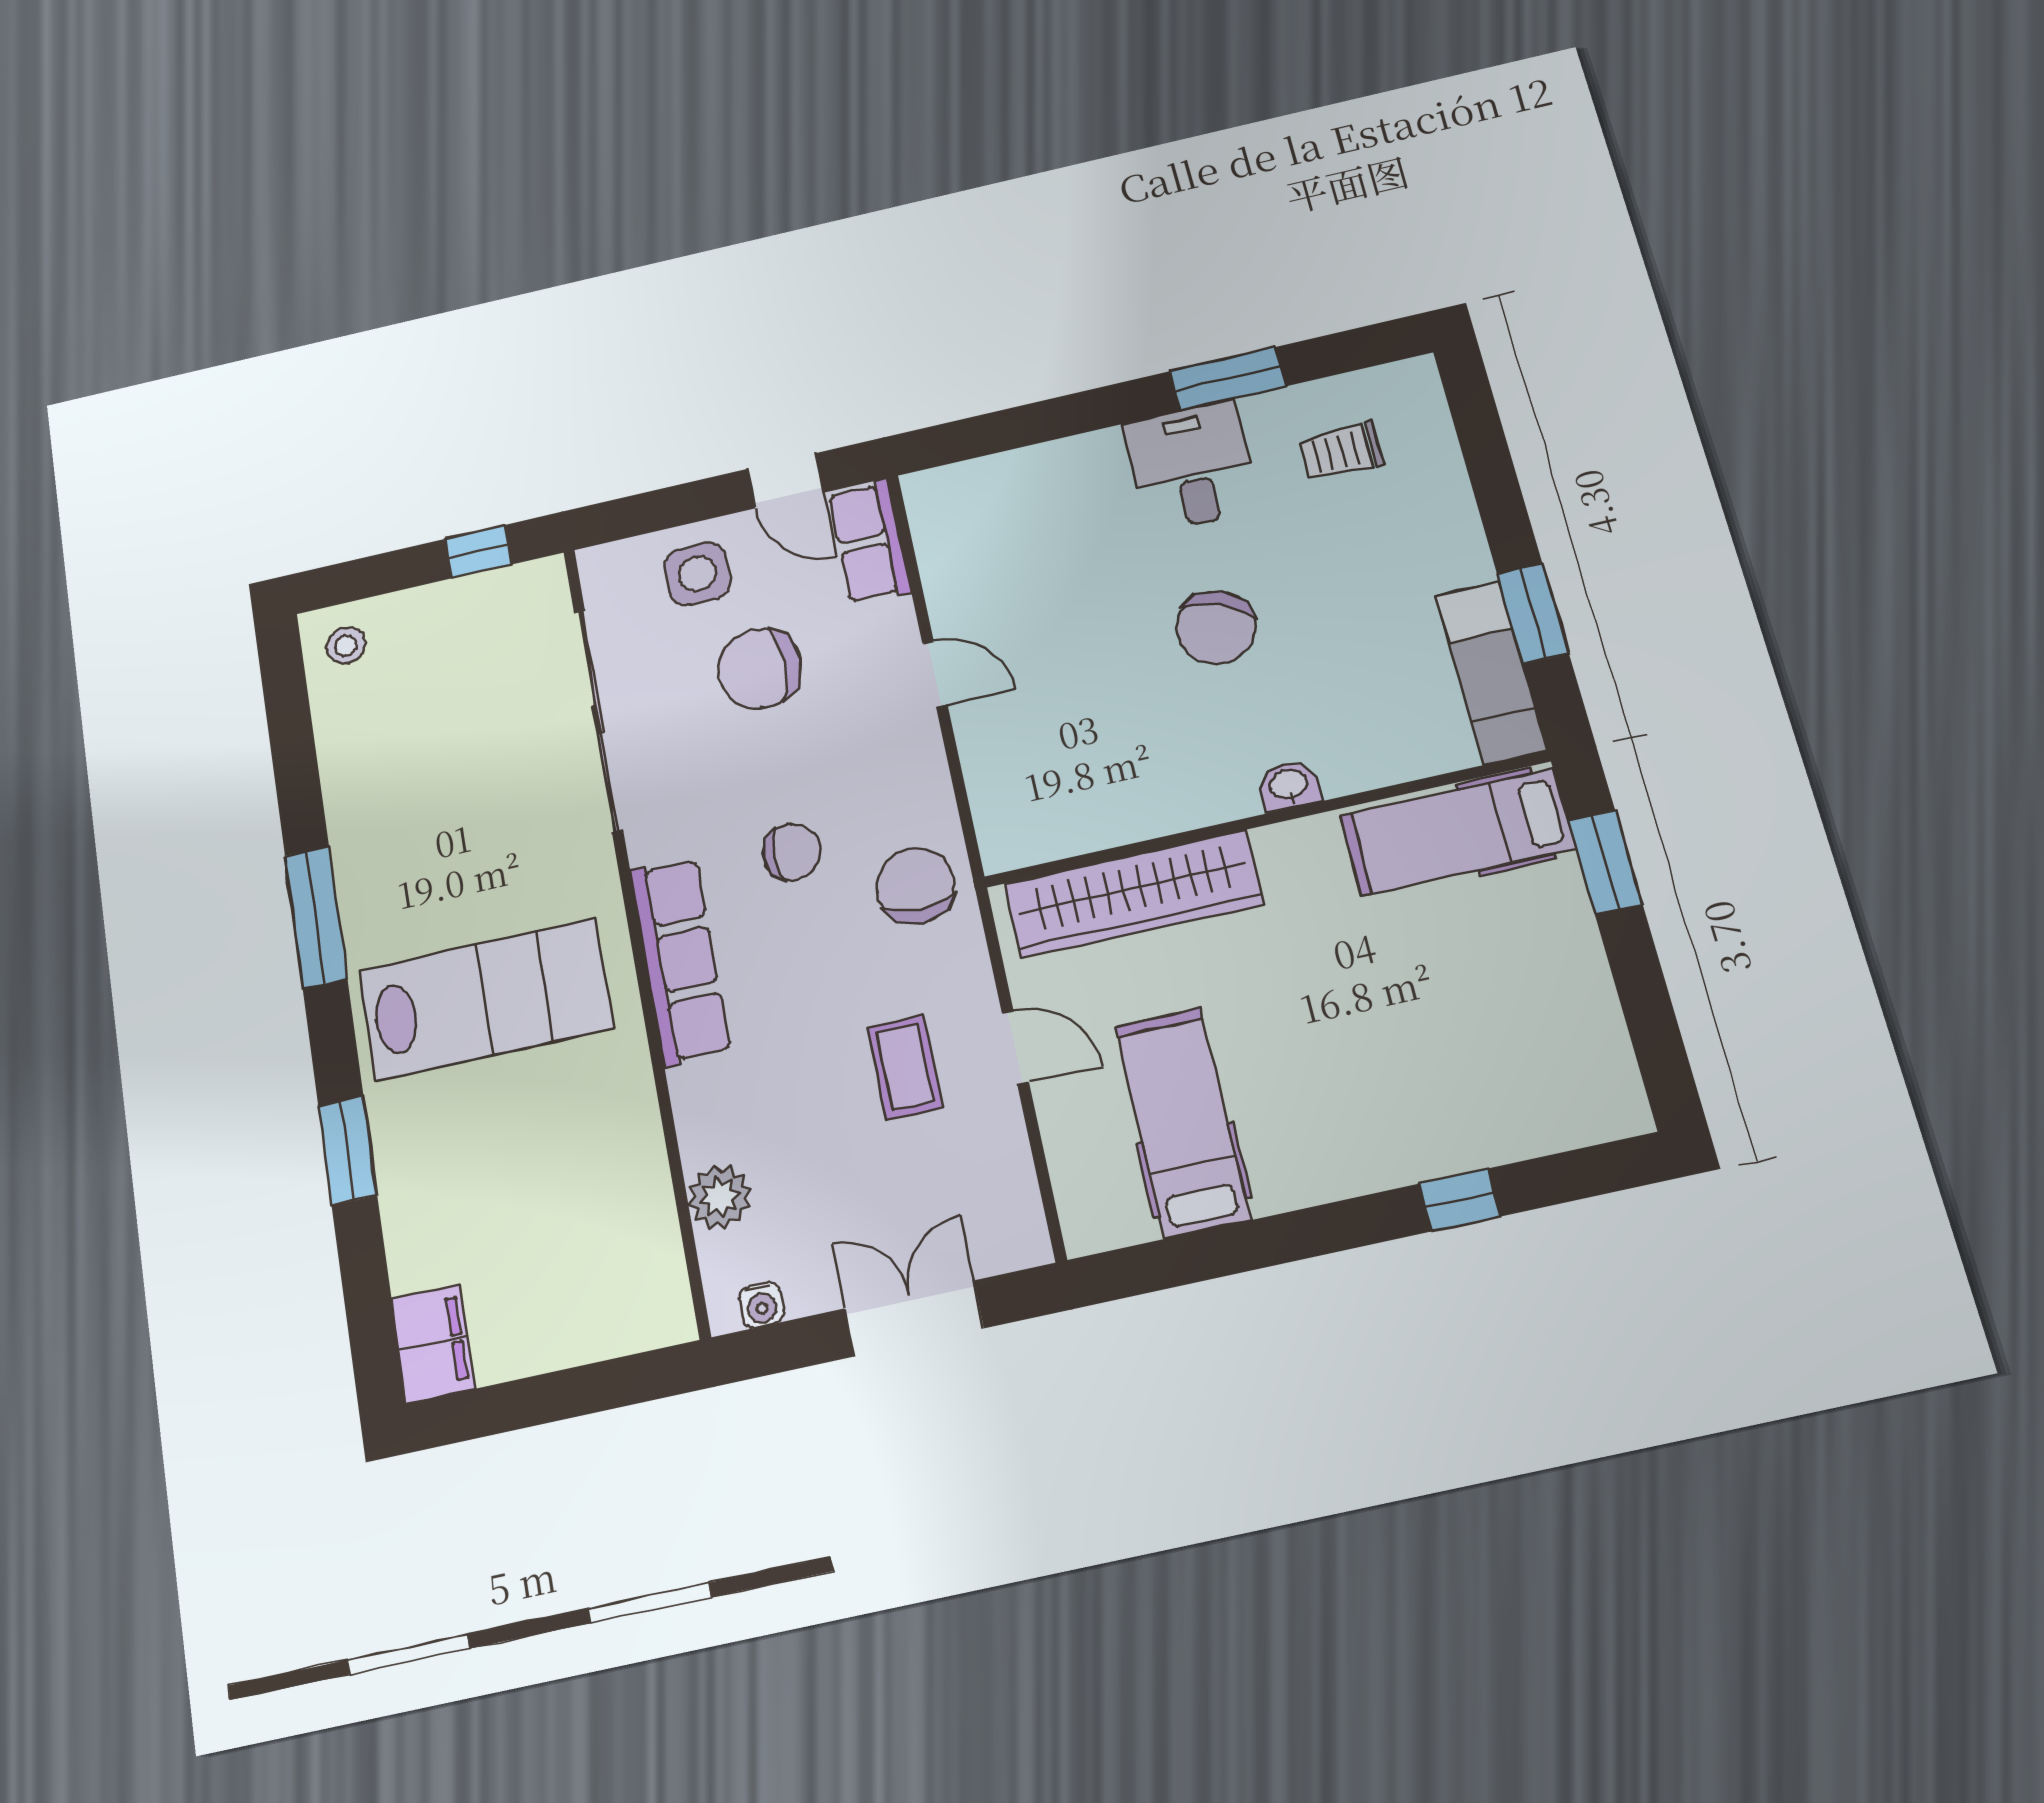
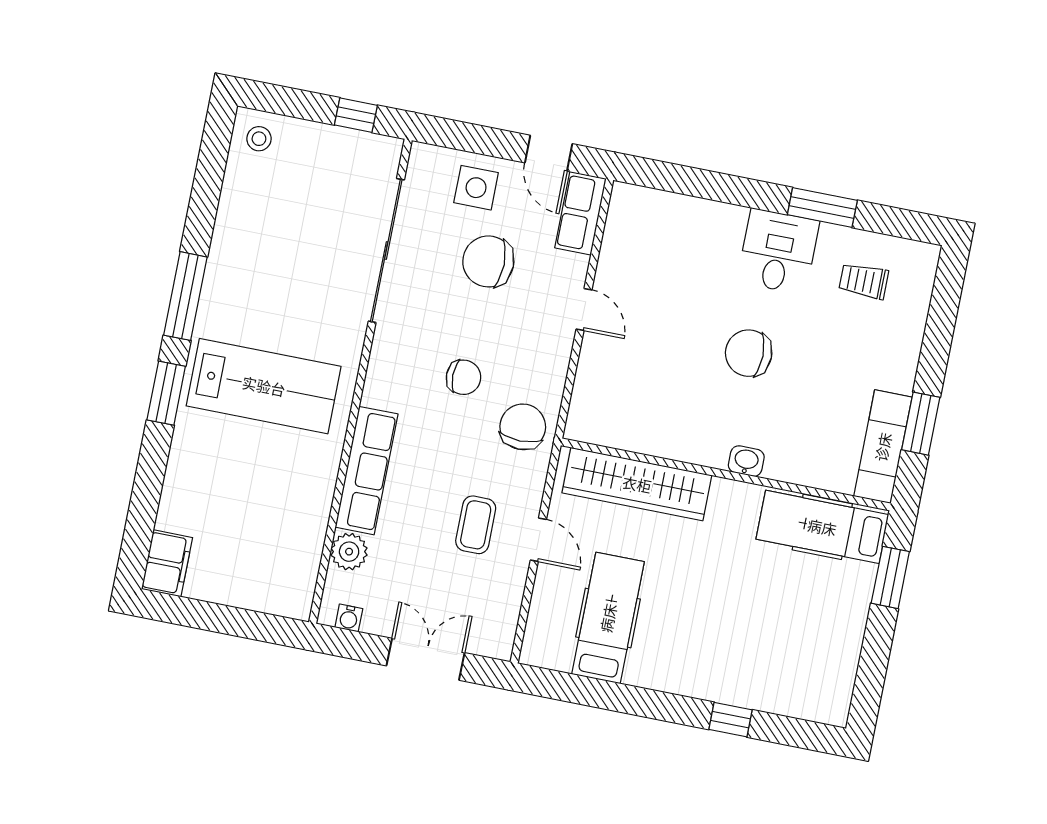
chair: (1216, 627) -> (749, 353), turned 68
row of seats: (680, 961) -> (367, 471), moved
window: (348, 1150) -> (166, 393), moved

